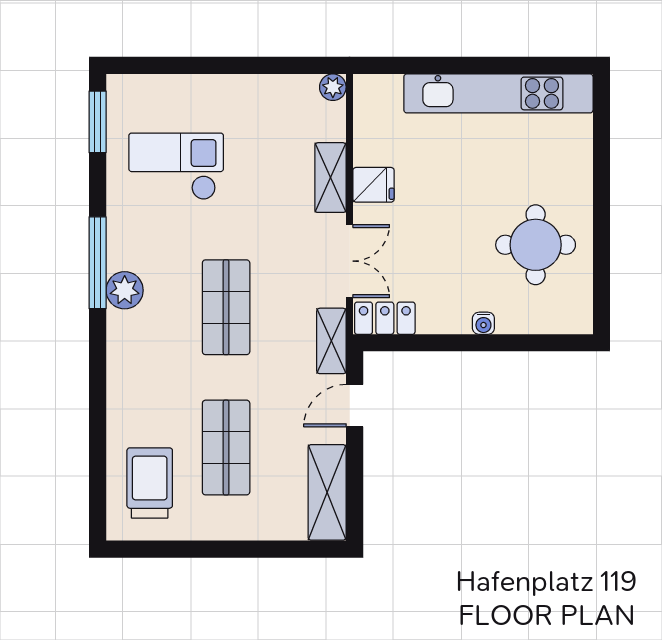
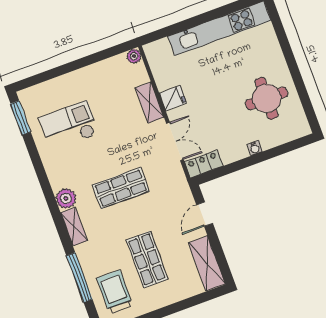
window: (98, 263) -> (79, 277), moved
shop shelf: (226, 307) -> (121, 188), turned 90
shelving: (331, 341) -> (74, 227), moved

